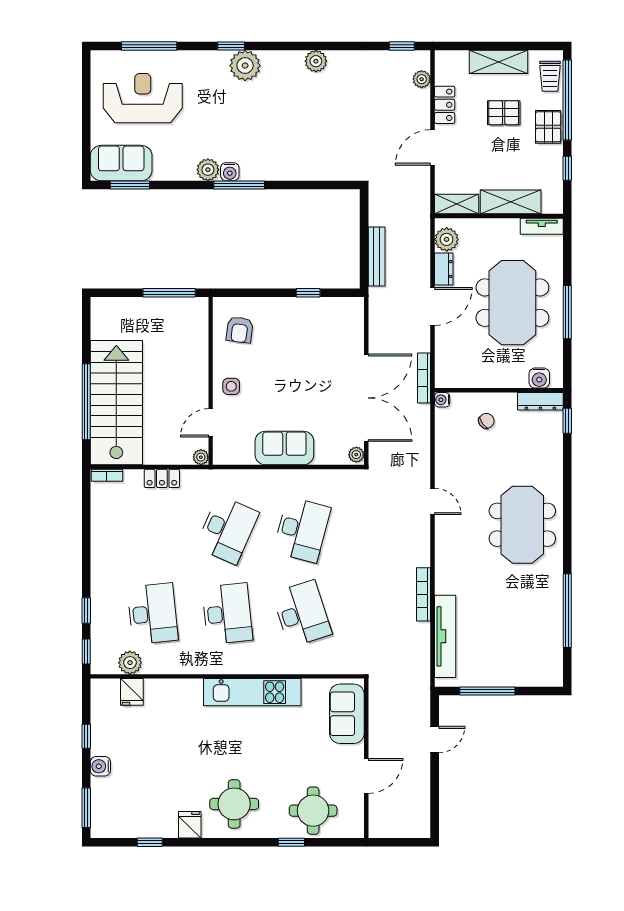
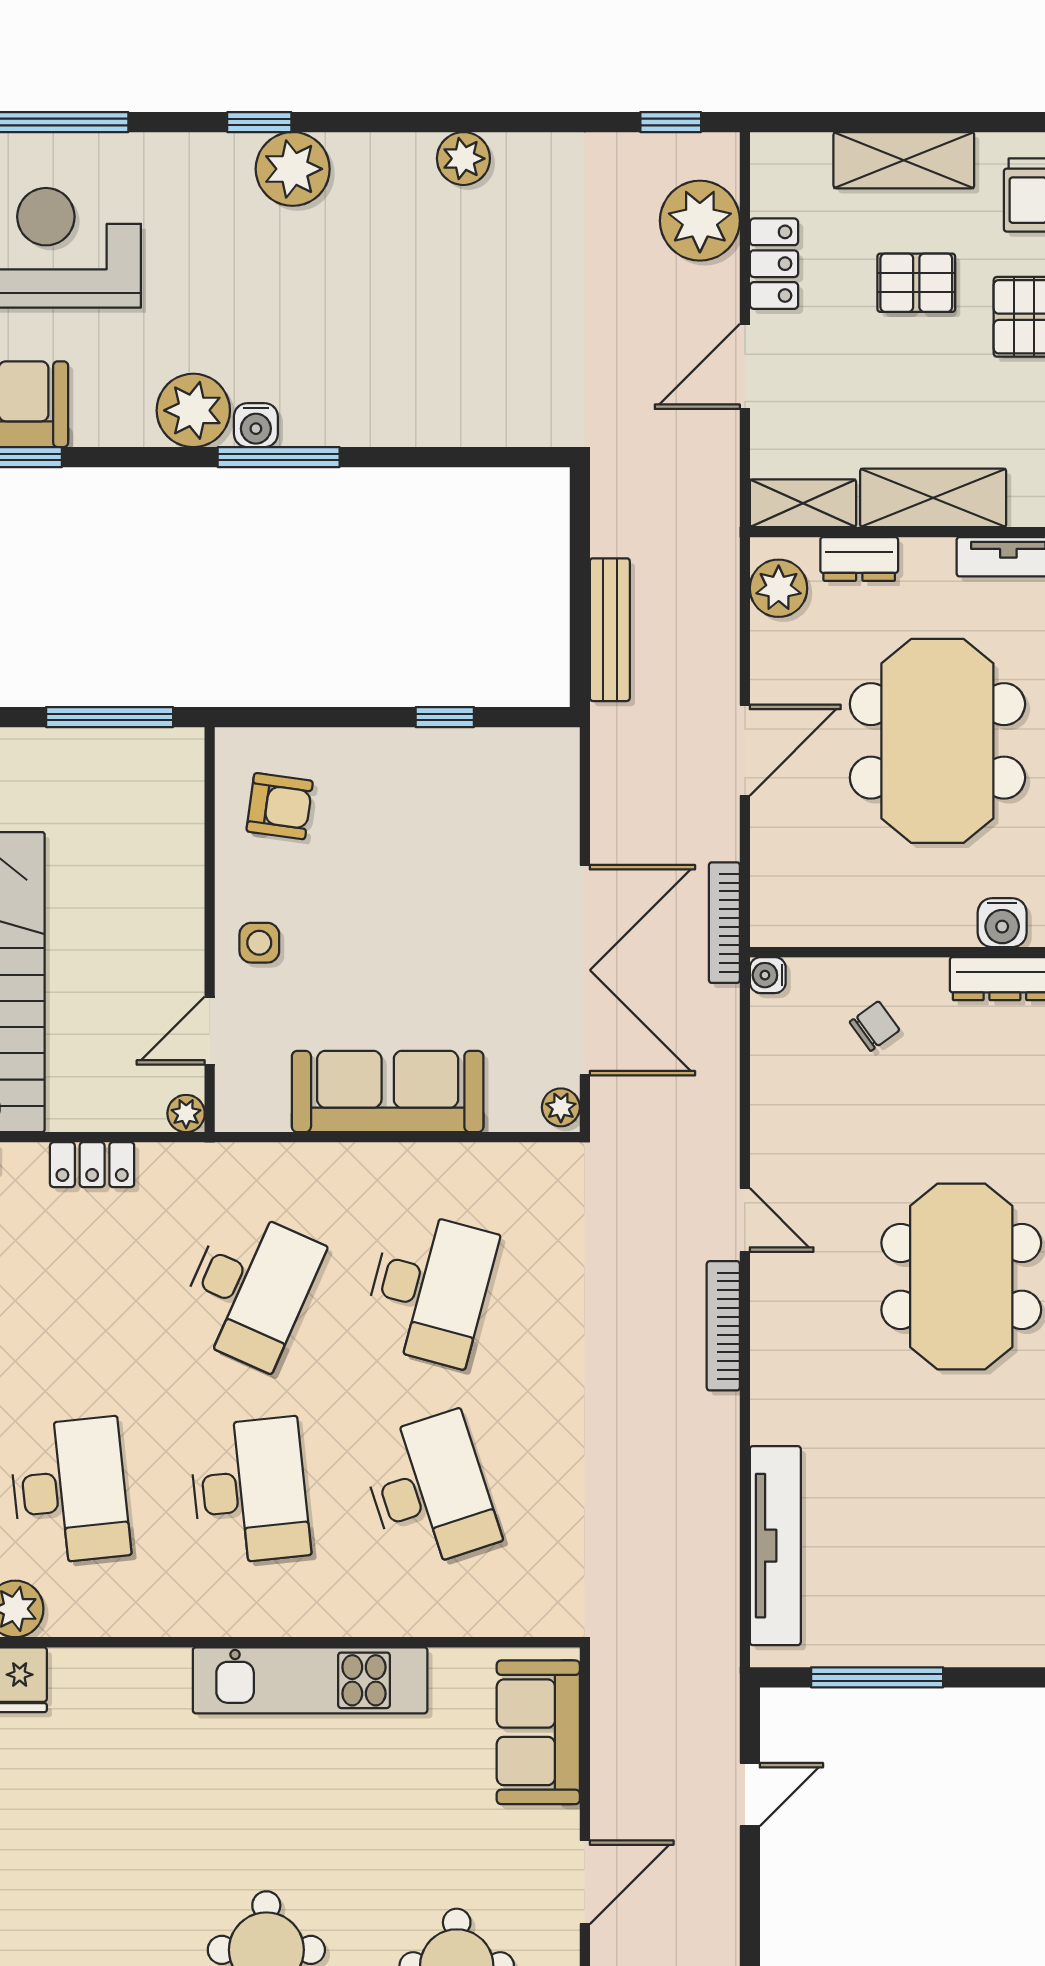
plant: (422, 79) -> (700, 221), width x1.88, depth x1.88
plant: (208, 170) -> (193, 410), width x1.36, depth x1.36
dresser: (444, 269) -> (859, 559), moved, turned 90
armchair: (240, 330) -> (280, 806), turned -89
sofa: (284, 448) -> (388, 1091), width x1.36
bookcase: (424, 594) -> (723, 1326), moved

